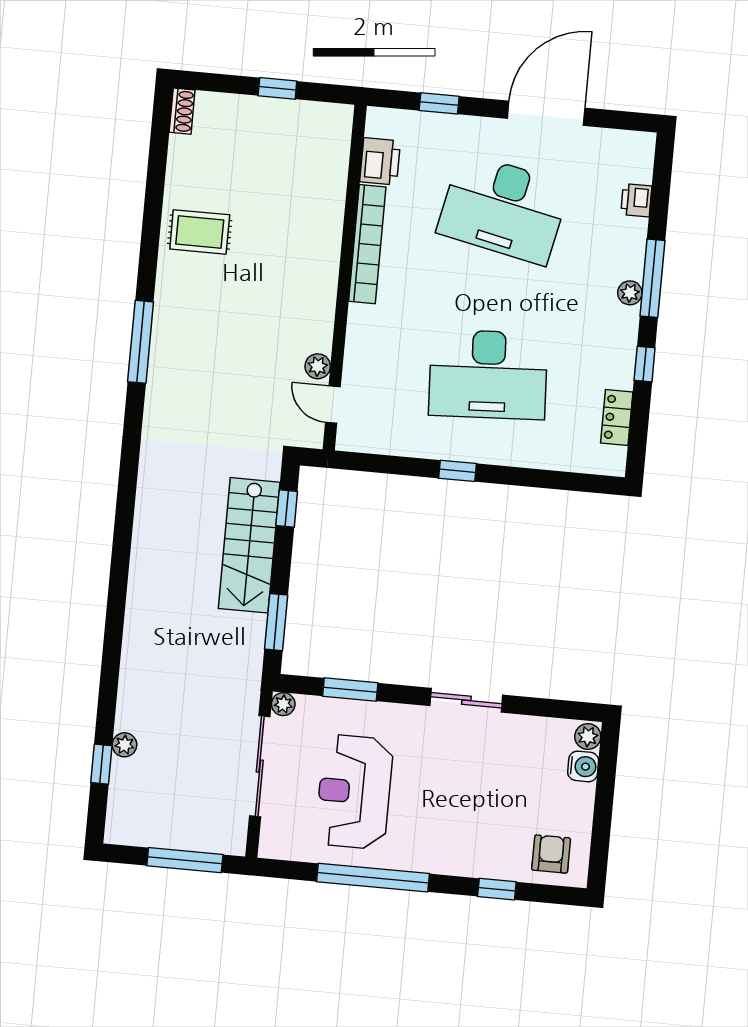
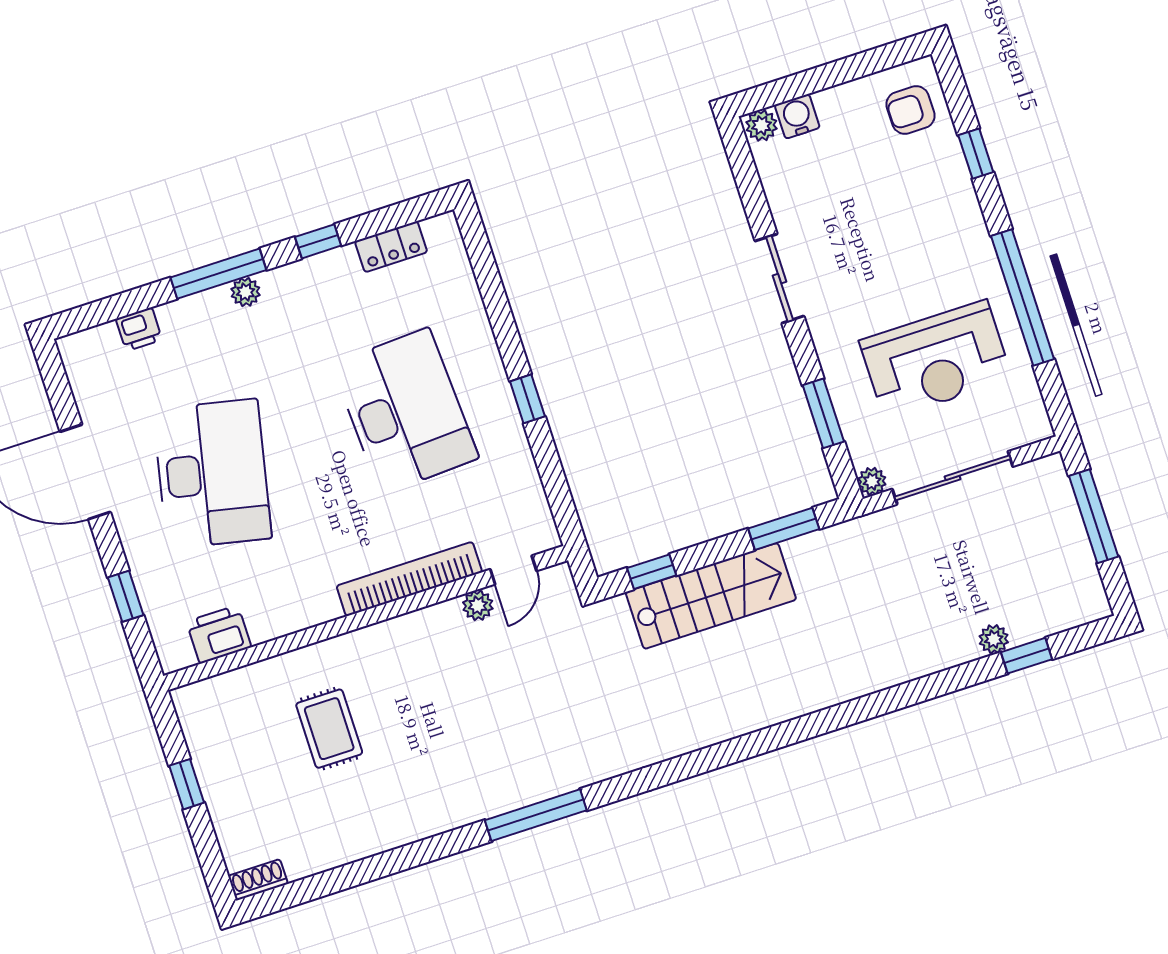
rug: (200, 232) -> (329, 729), moved
bookcase: (367, 244) -> (409, 579), moved

